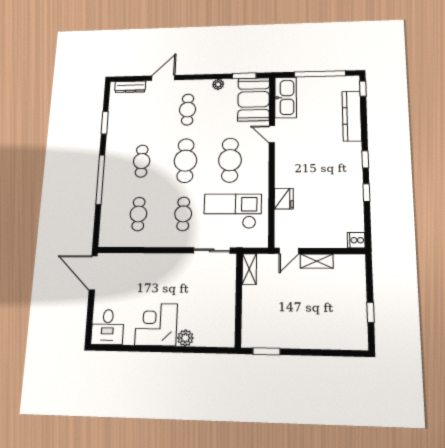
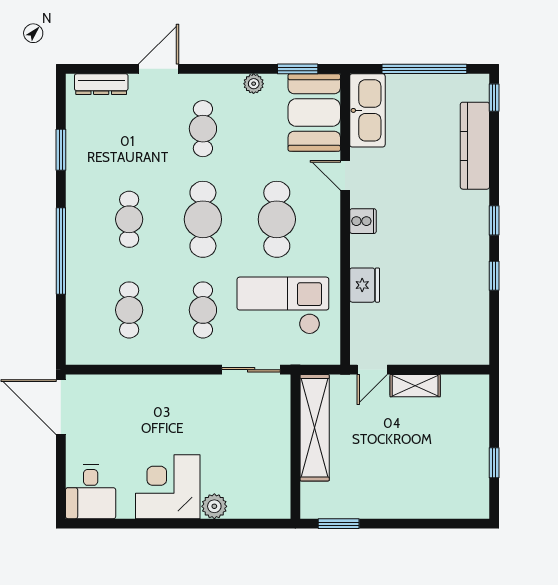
cooker: (356, 240) -> (363, 221), moved, turned 180
shelving: (249, 269) -> (315, 428), width x2.20, depth x1.33

